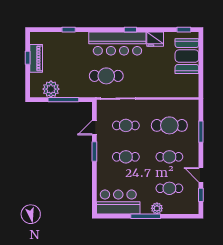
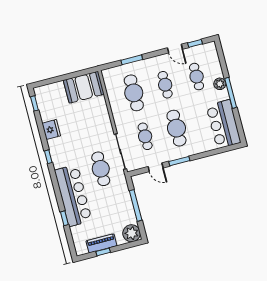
bar counter: (117, 44) -> (73, 195), moved
booth: (187, 56) -> (84, 87), moved
plant: (51, 89) -> (132, 233), moved
cafe table: (126, 157) -> (176, 128), width x1.37, depth x1.35
door: (201, 175) -> (175, 49), hinge flipped

